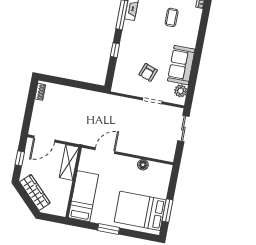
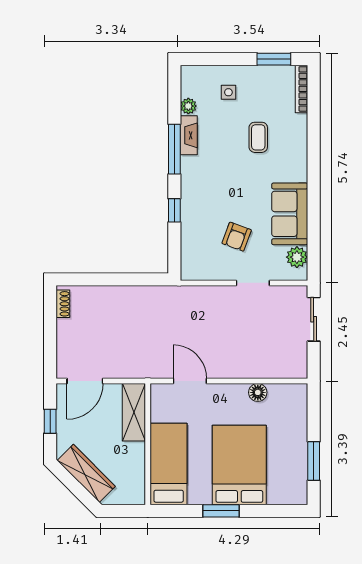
door: (105, 151) -> (190, 381), hinge flipped
bed: (140, 211) -> (239, 465), moved, turned 90

